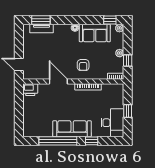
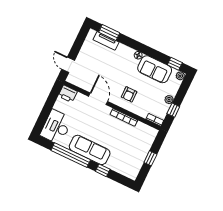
desk: (112, 123) -> (56, 127), moved, turned 180

